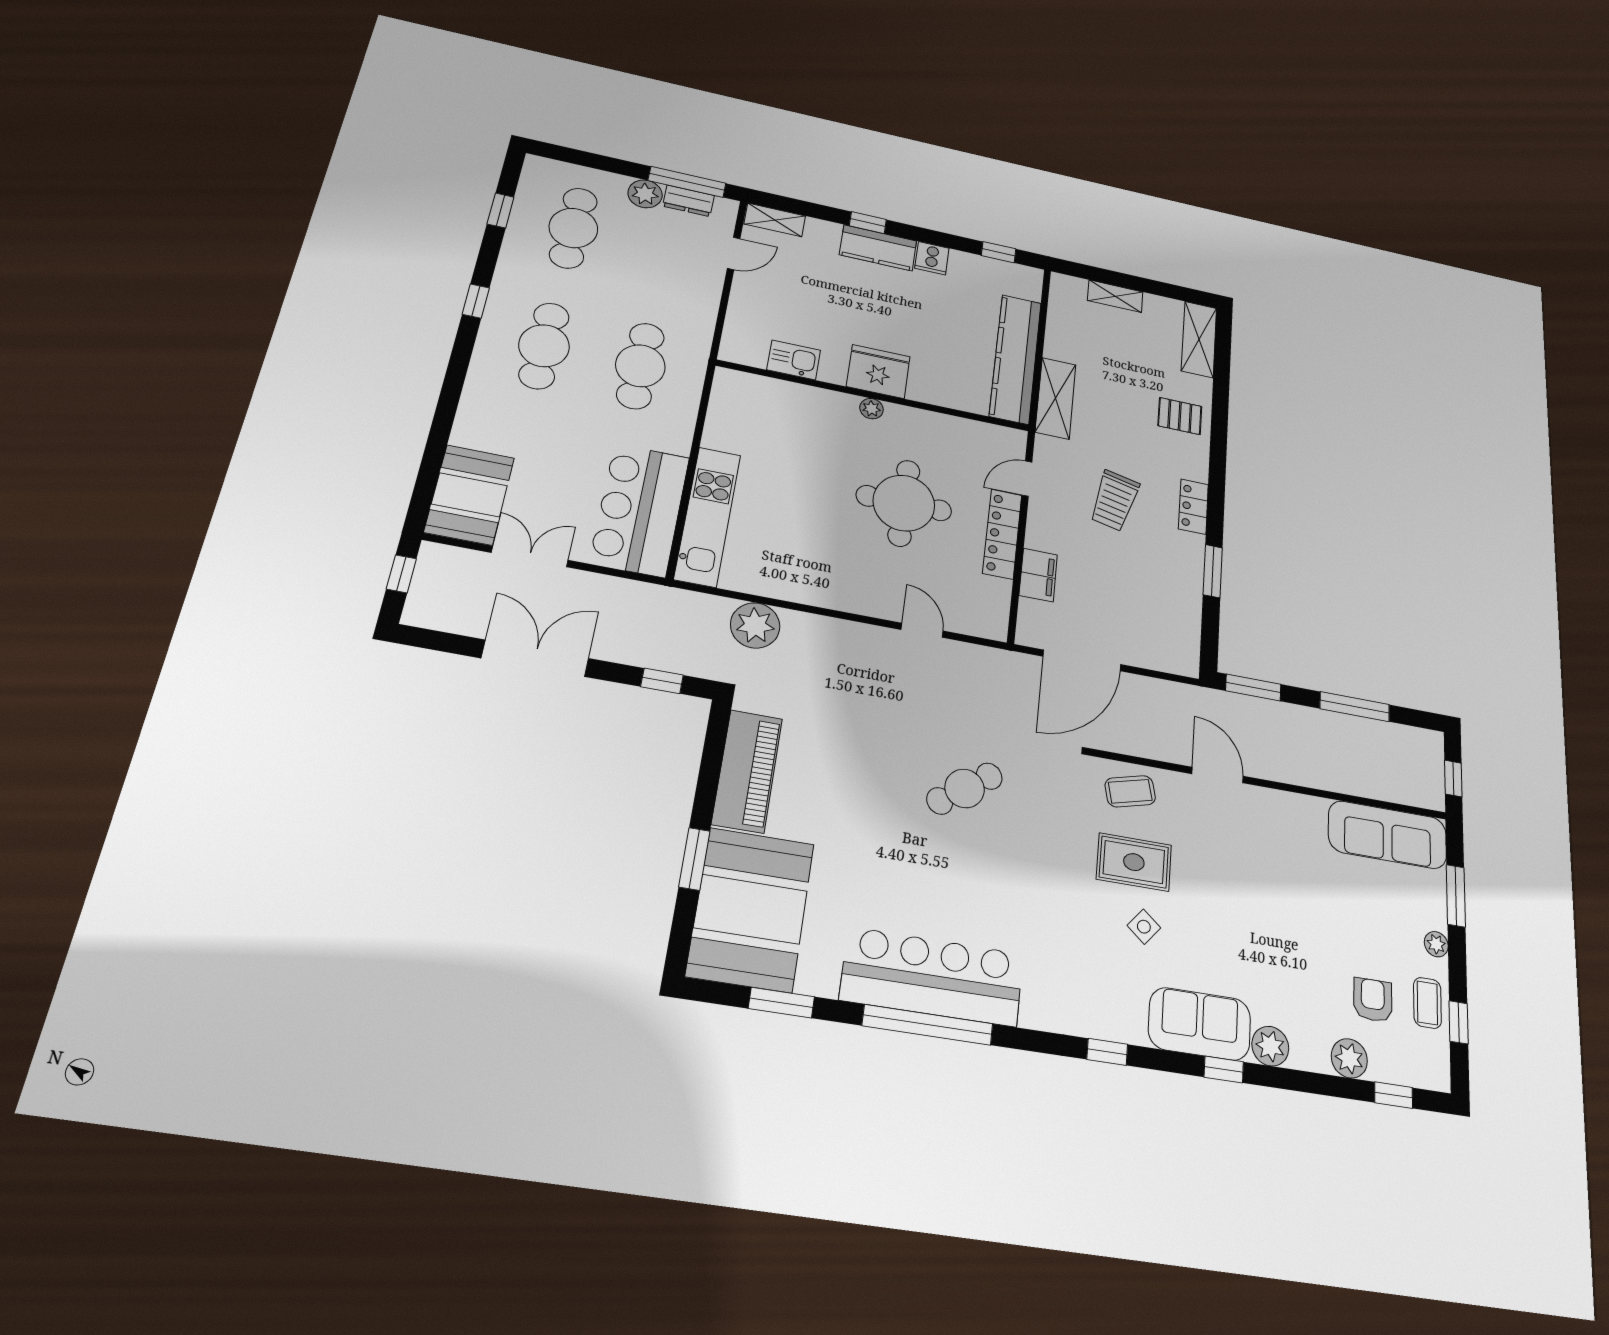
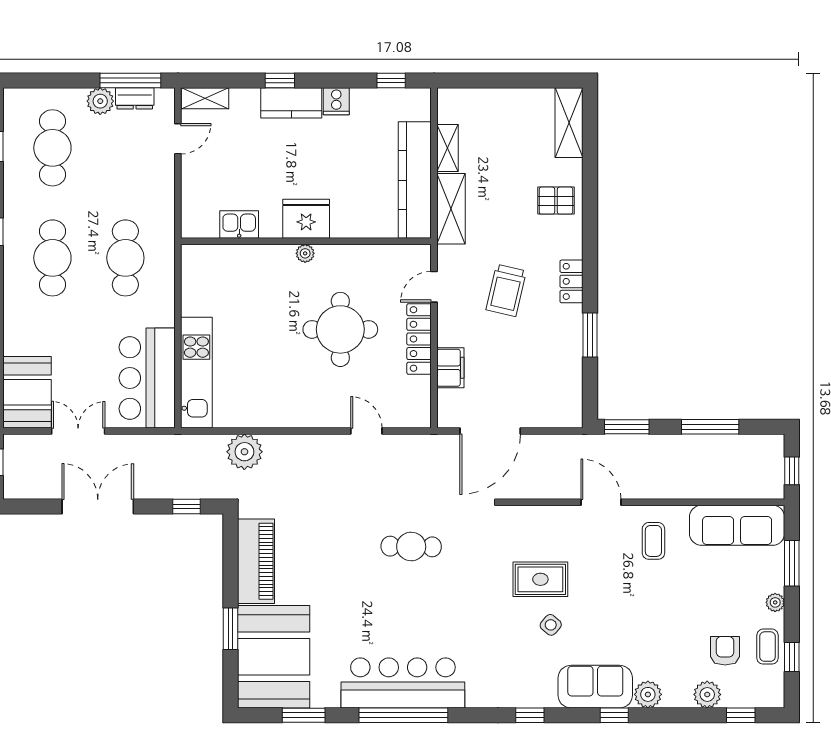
shelving: (1115, 296) -> (447, 148), moved, turned 90
cafe table: (965, 788) -> (411, 547), turned 37
coffee table: (1130, 791) -> (653, 541), moved, turned -76

